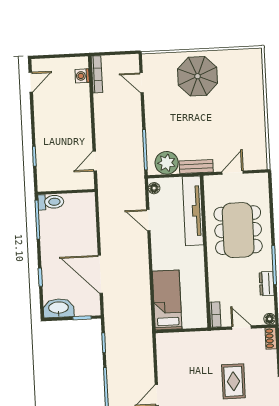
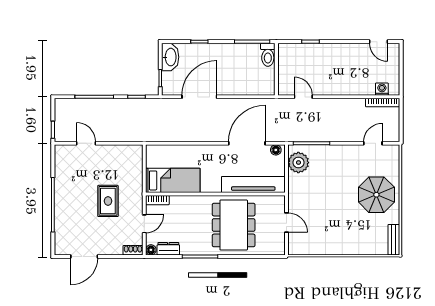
bench: (196, 166) -> (394, 240), moved
door: (148, 220) -> (247, 143), width x1.87
dining table: (238, 230) -> (234, 225), turned 90
dresser: (267, 284) -> (168, 249), moved
bed: (167, 300) -> (173, 180), moved
rug: (233, 381) -> (108, 201), moved, turned 90

